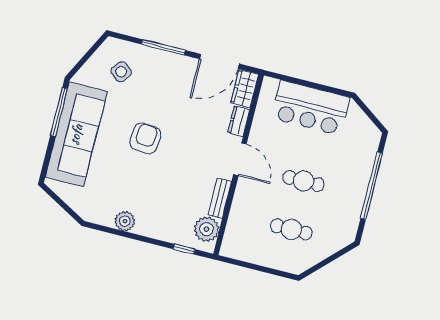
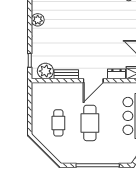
armchair: (145, 138) -> (91, 20), removed
cafe table: (304, 181) -> (90, 123), width x1.37, depth x1.35

